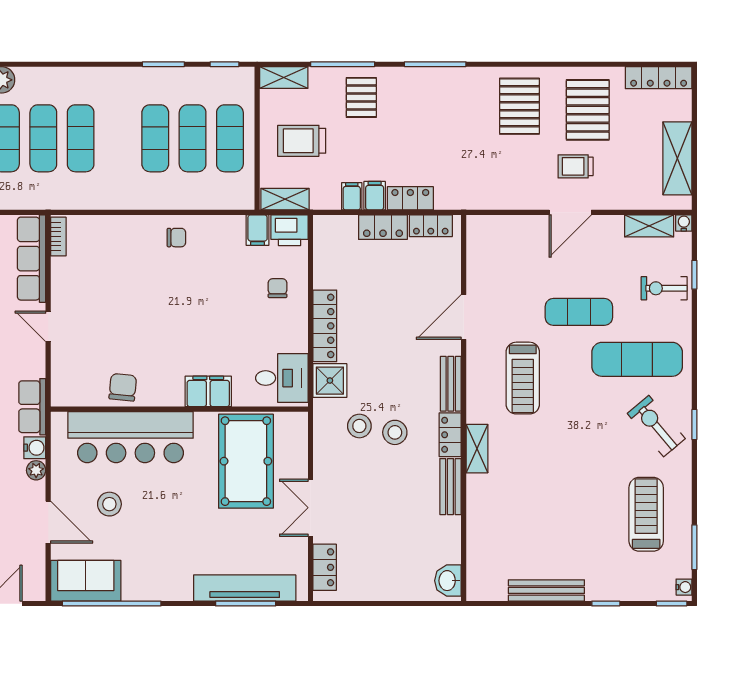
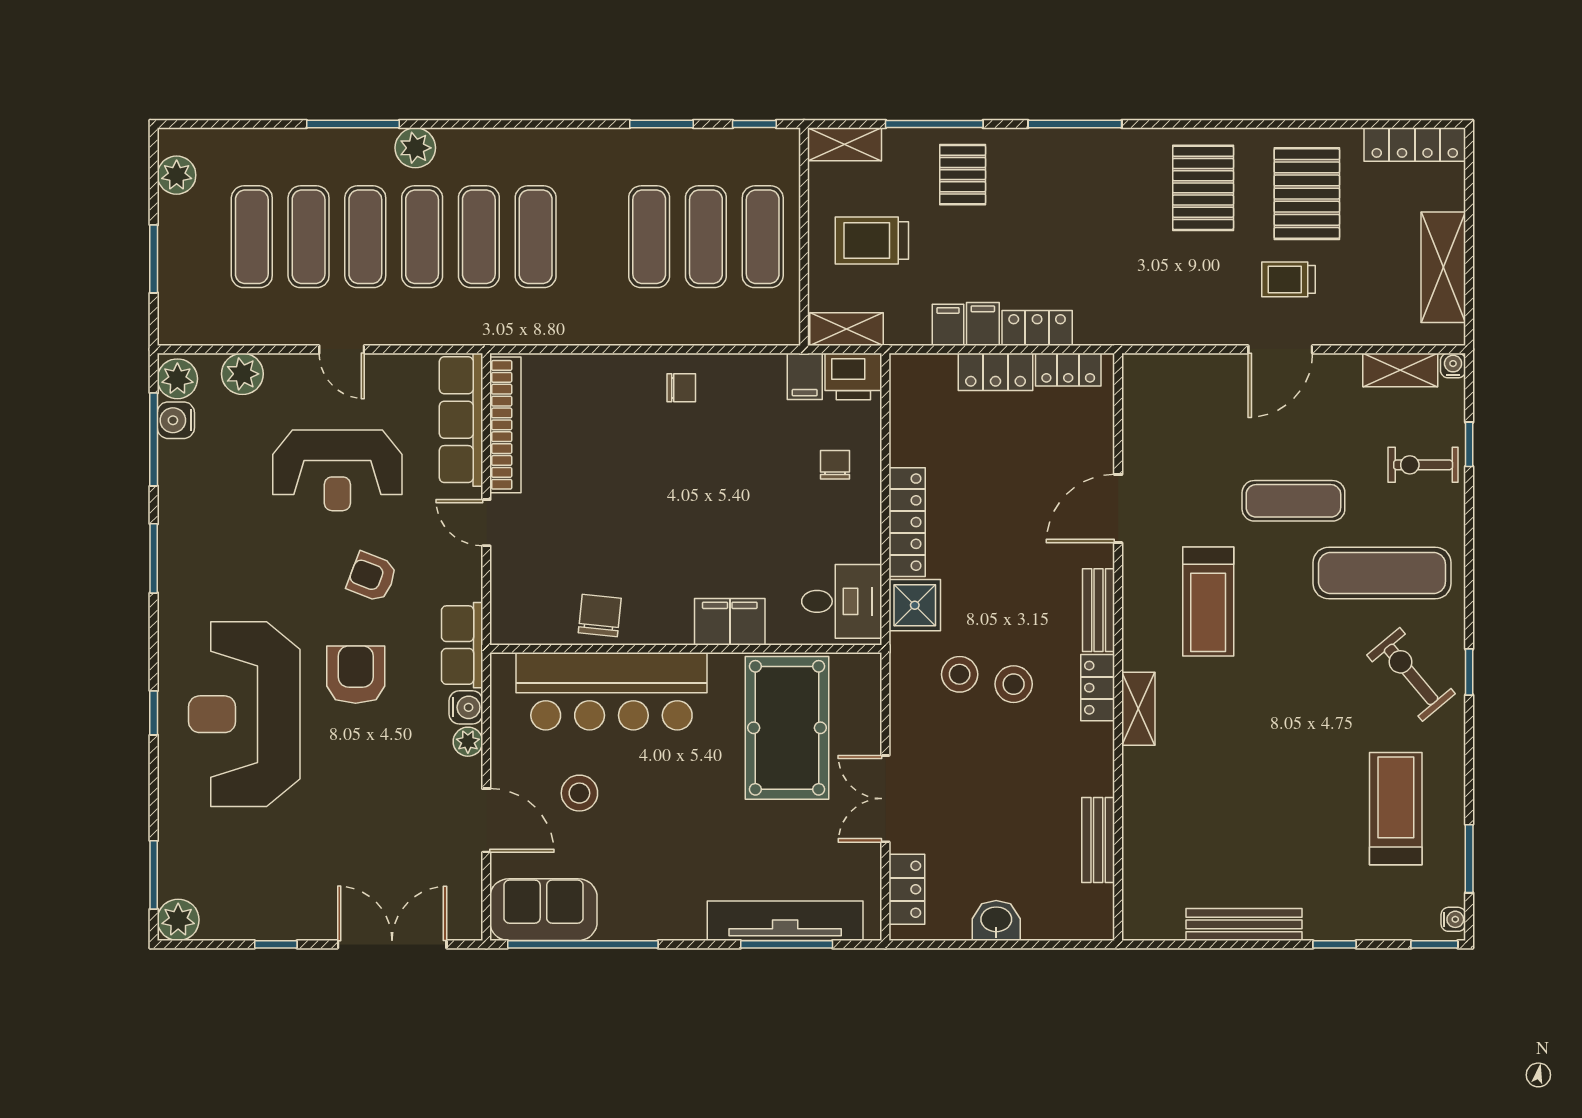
bookcase: (58, 237) -> (505, 425), width x2.31, depth x1.31
bench: (450, 487) -> (1098, 840), moved
washbasin: (448, 581) -> (996, 921), moved, turned 90

